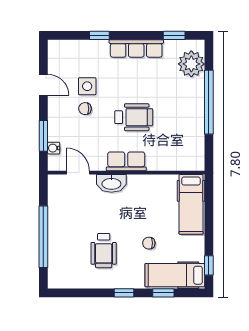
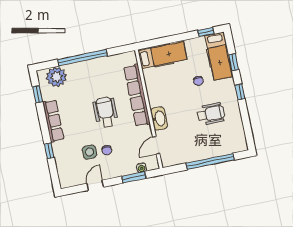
row of seats: (126, 161) -> (137, 95), width x2.02

